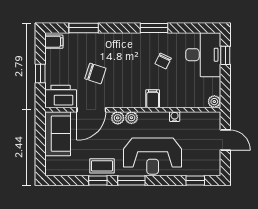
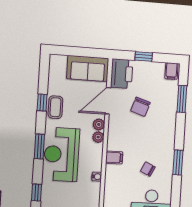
door: (91, 110) -> (108, 101), hinge flipped
window: (131, 181) -> (39, 146), moved

